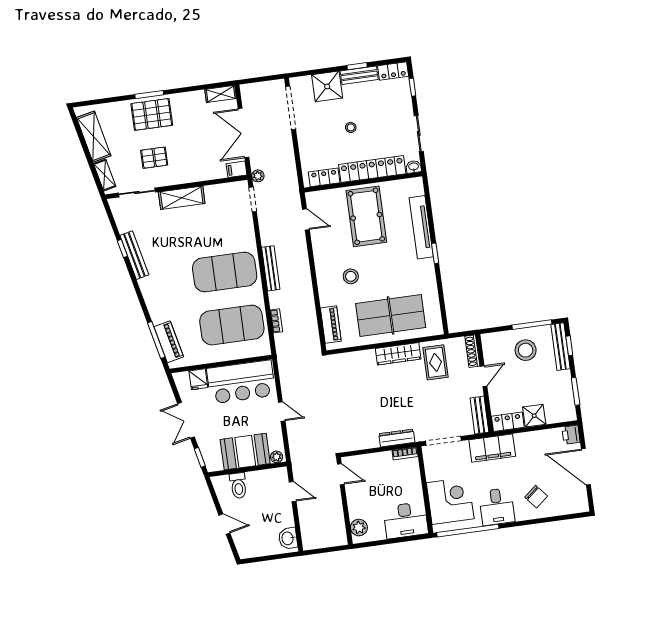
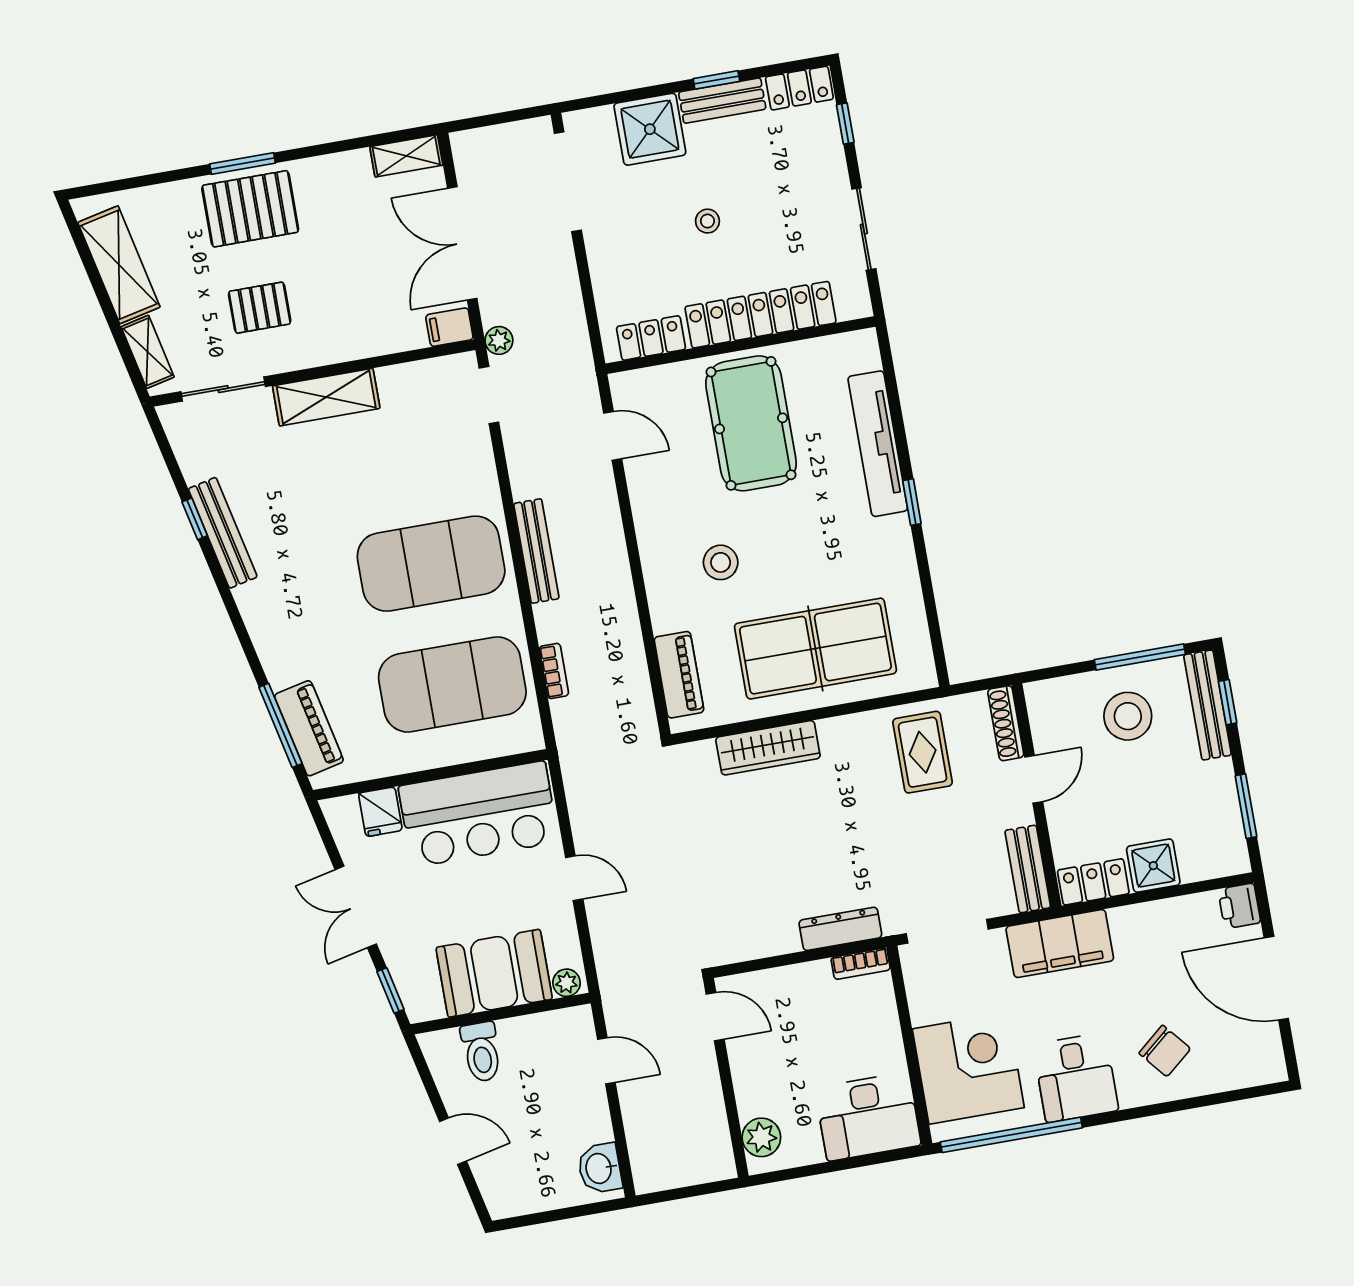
washbasin: (414, 167) -> (855, 306), removed
wardrobe: (398, 354) -> (768, 748), moved

